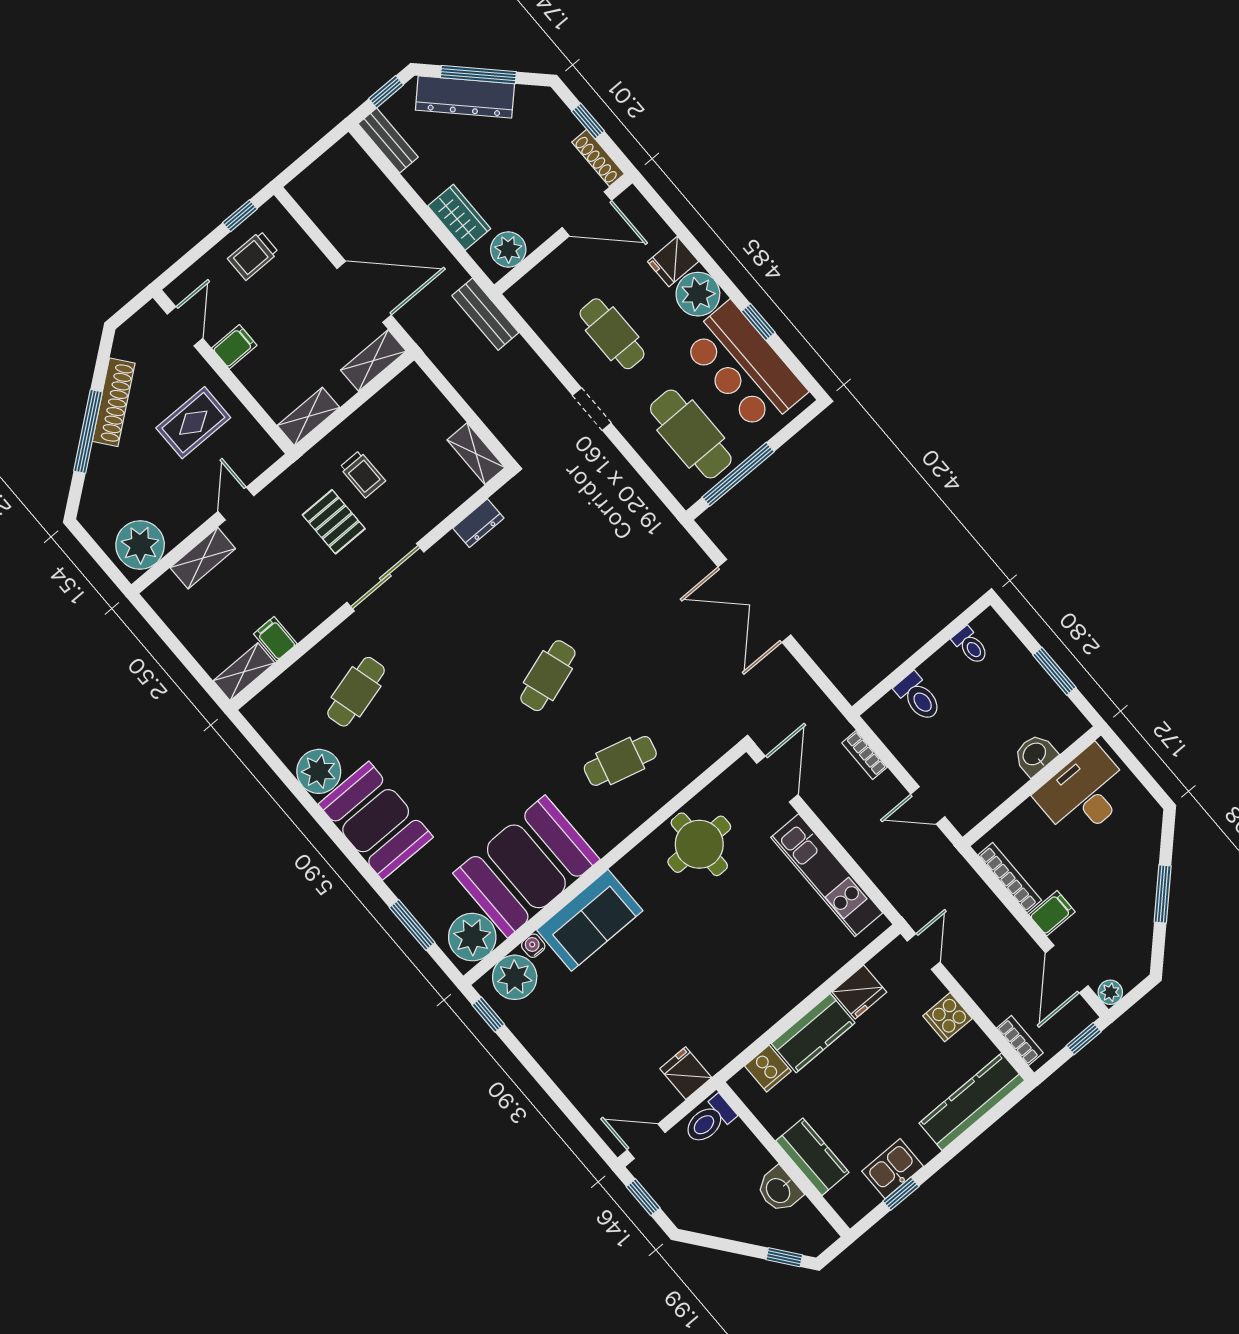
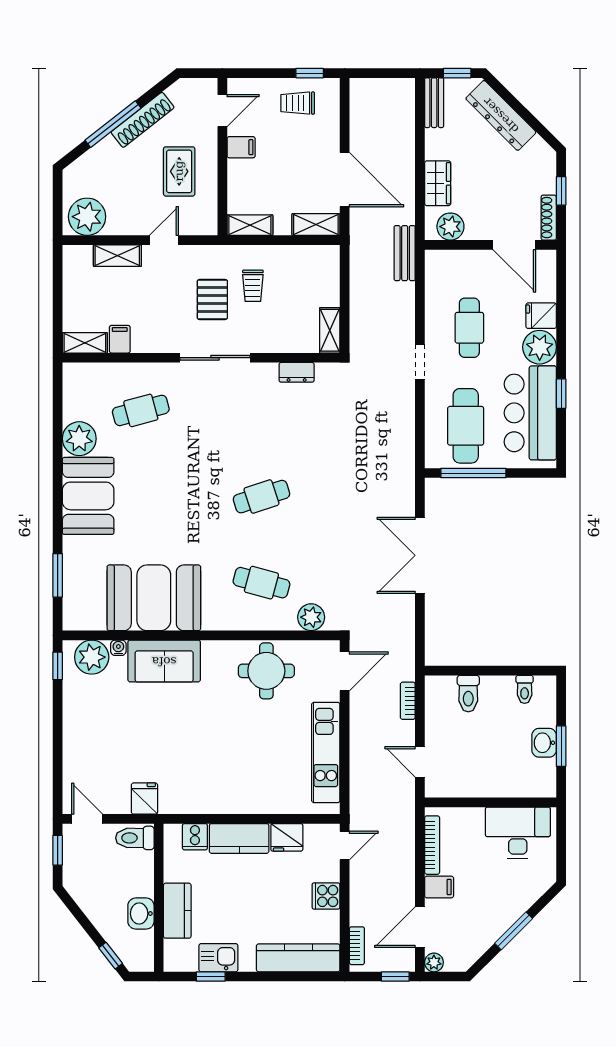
window: (478, 75) -> (520, 109), removed
rug: (193, 423) -> (179, 171), turned 90
washbasin: (1035, 755) -> (544, 743), moved, turned -90
plant: (472, 937) -> (311, 617), moved, width x0.73, depth x0.73

